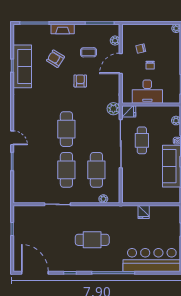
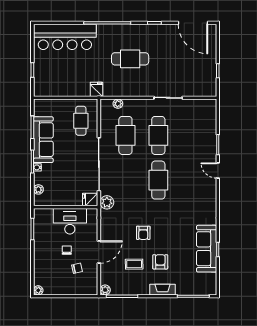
plant: (115, 41) -> (105, 290), moved
armchair: (55, 59) -> (160, 262), moved, turned -122
cafe table: (142, 140) -> (81, 121), moved
fridge: (144, 212) -> (96, 89), moved

